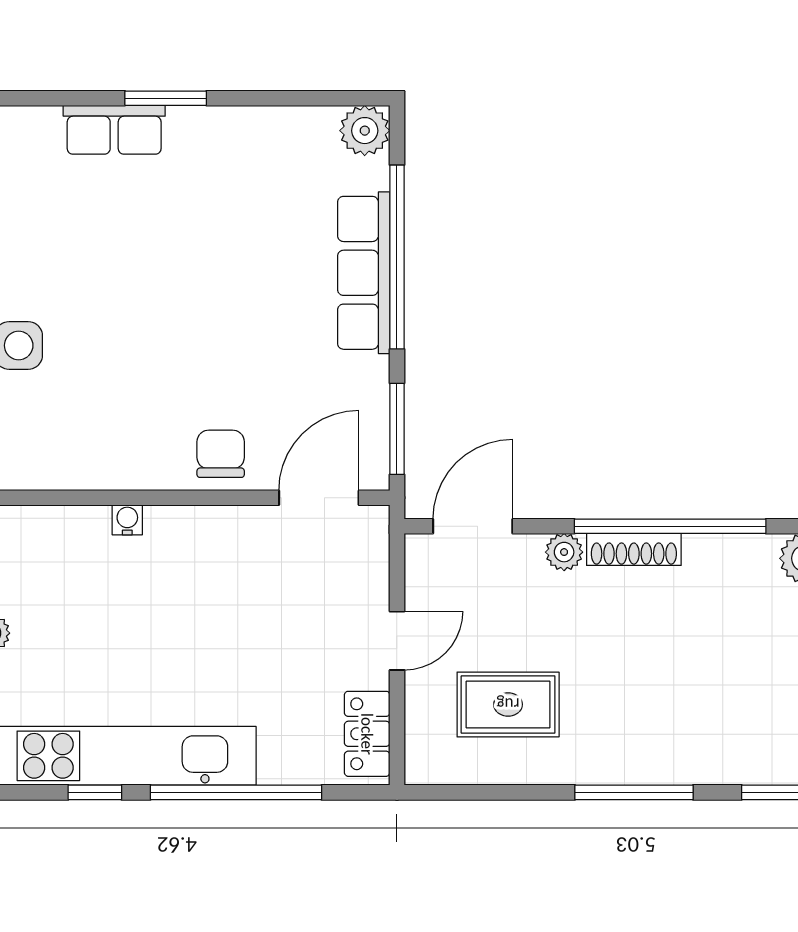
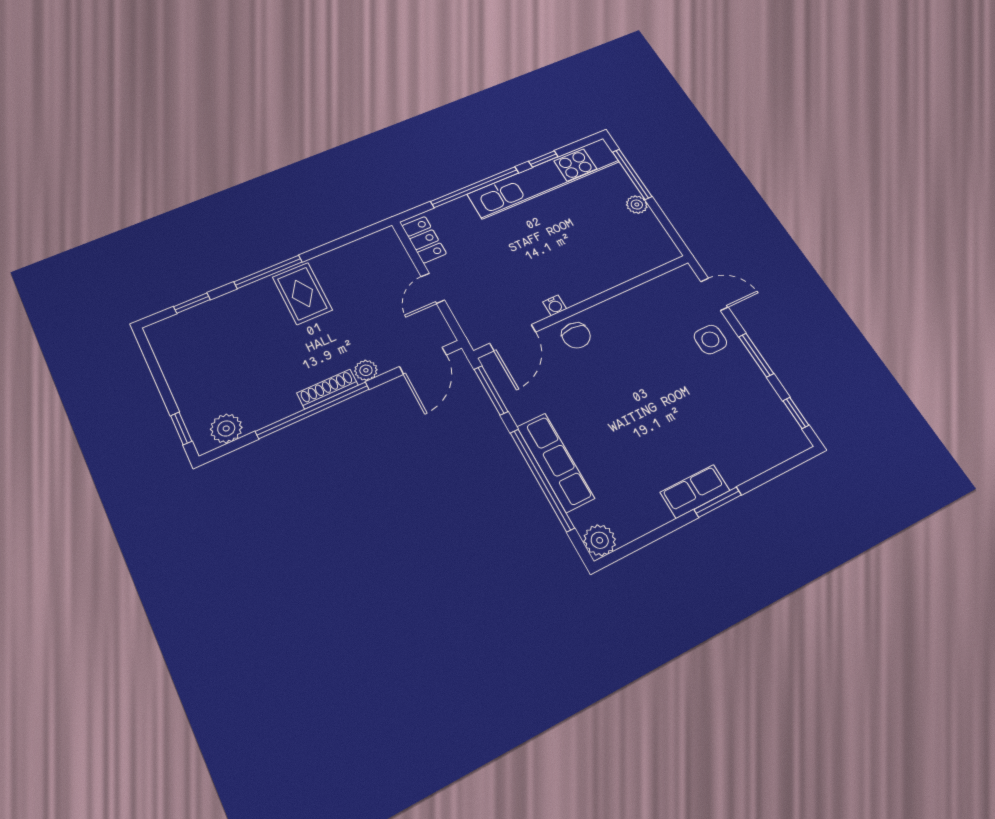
row of seats: (114, 130) -> (695, 491), moved
water cooler: (127, 520) -> (555, 305), moved
rug: (508, 704) -> (302, 294), moved, turned 90

